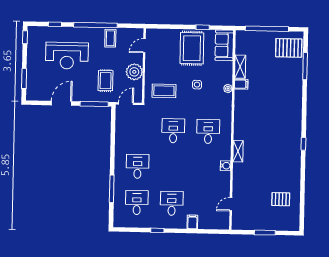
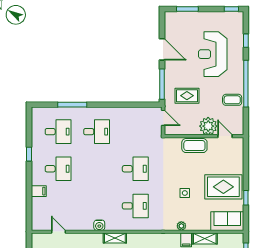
plant: (134, 72) -> (208, 126), moved
coffee table: (164, 91) -> (194, 146), moved, turned 90

